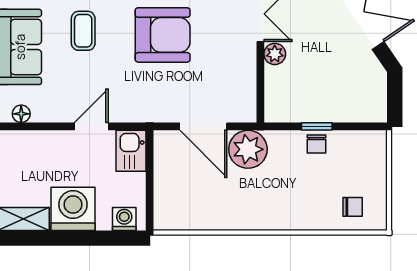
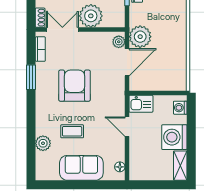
plant: (275, 54) -> (91, 16), width x1.88, depth x1.88
plant: (239, 112) -> (119, 42), added

